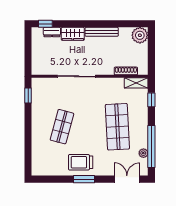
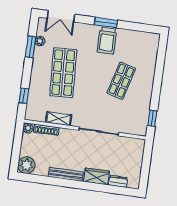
window: (45, 24) -> (124, 191), removed
plant: (143, 70) -> (28, 128), added
shelving: (136, 83) -> (59, 119), moved
window: (151, 147) -> (31, 47), width x0.47
trolley: (81, 162) -> (107, 41), turned 90

